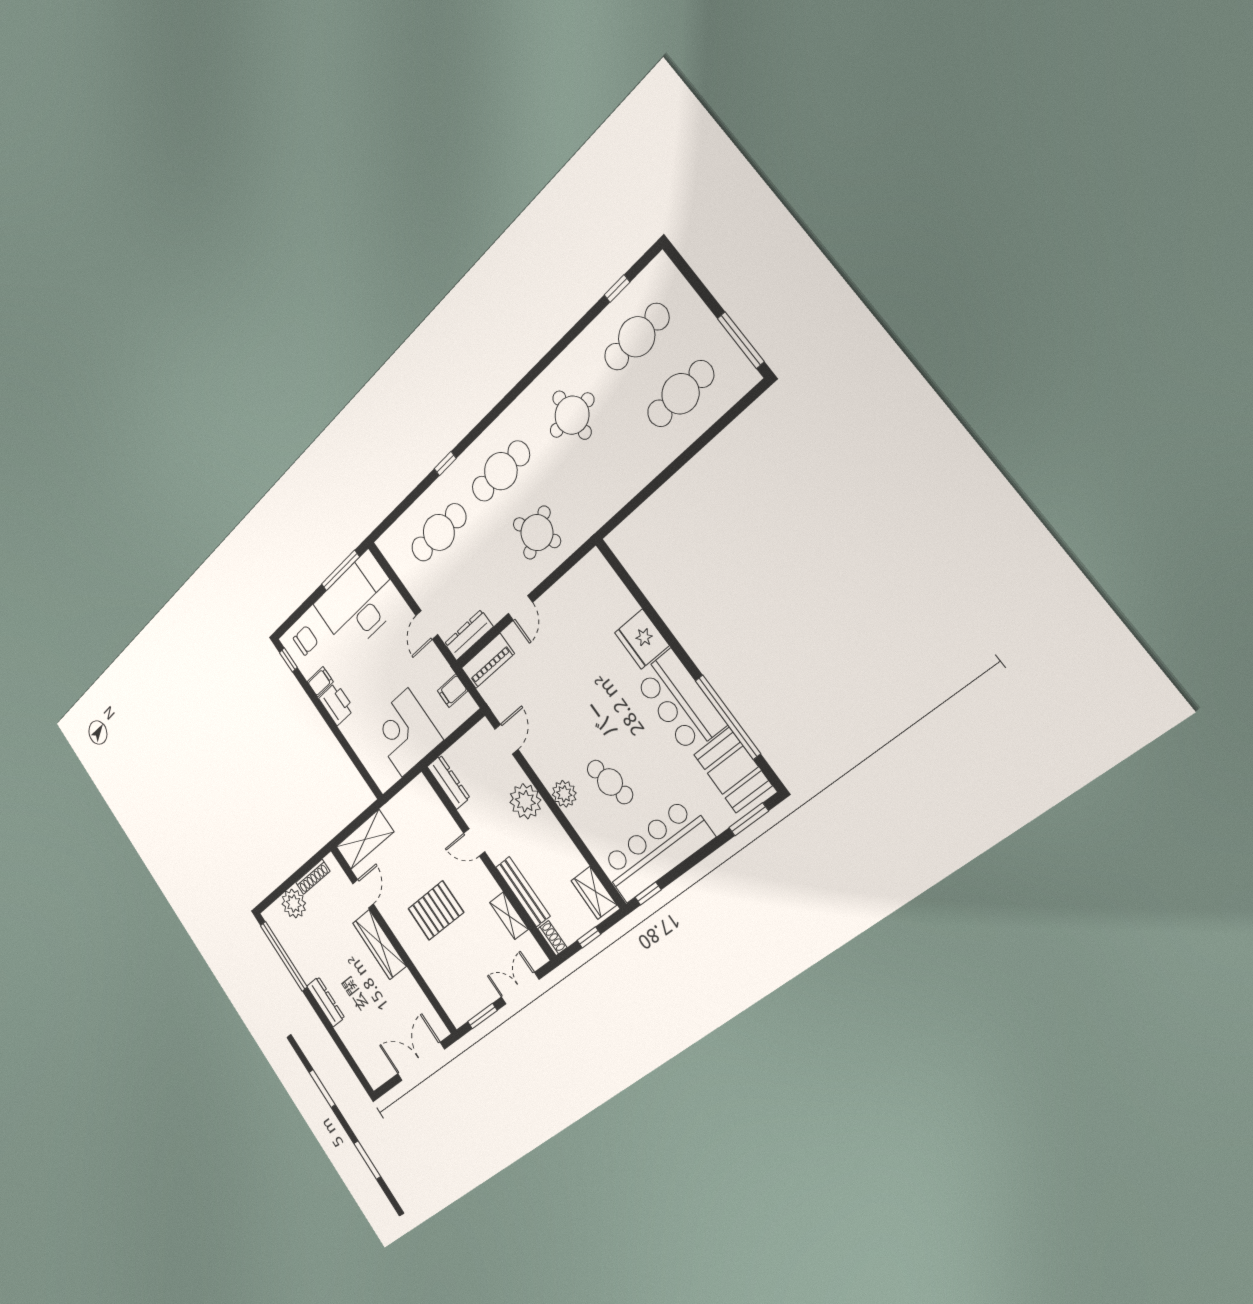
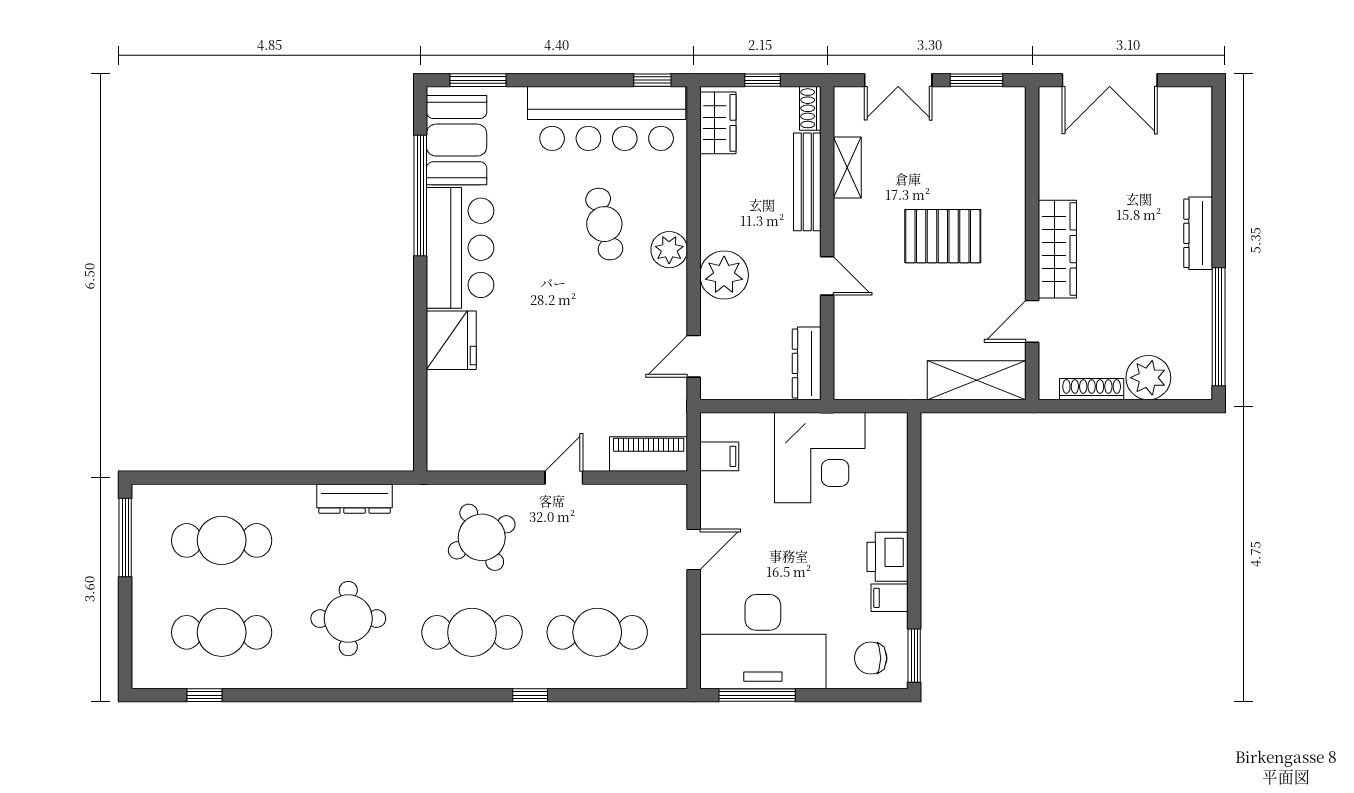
dresser: (469, 635) -> (355, 499), moved
window: (288, 660) -> (914, 656), width x1.50

